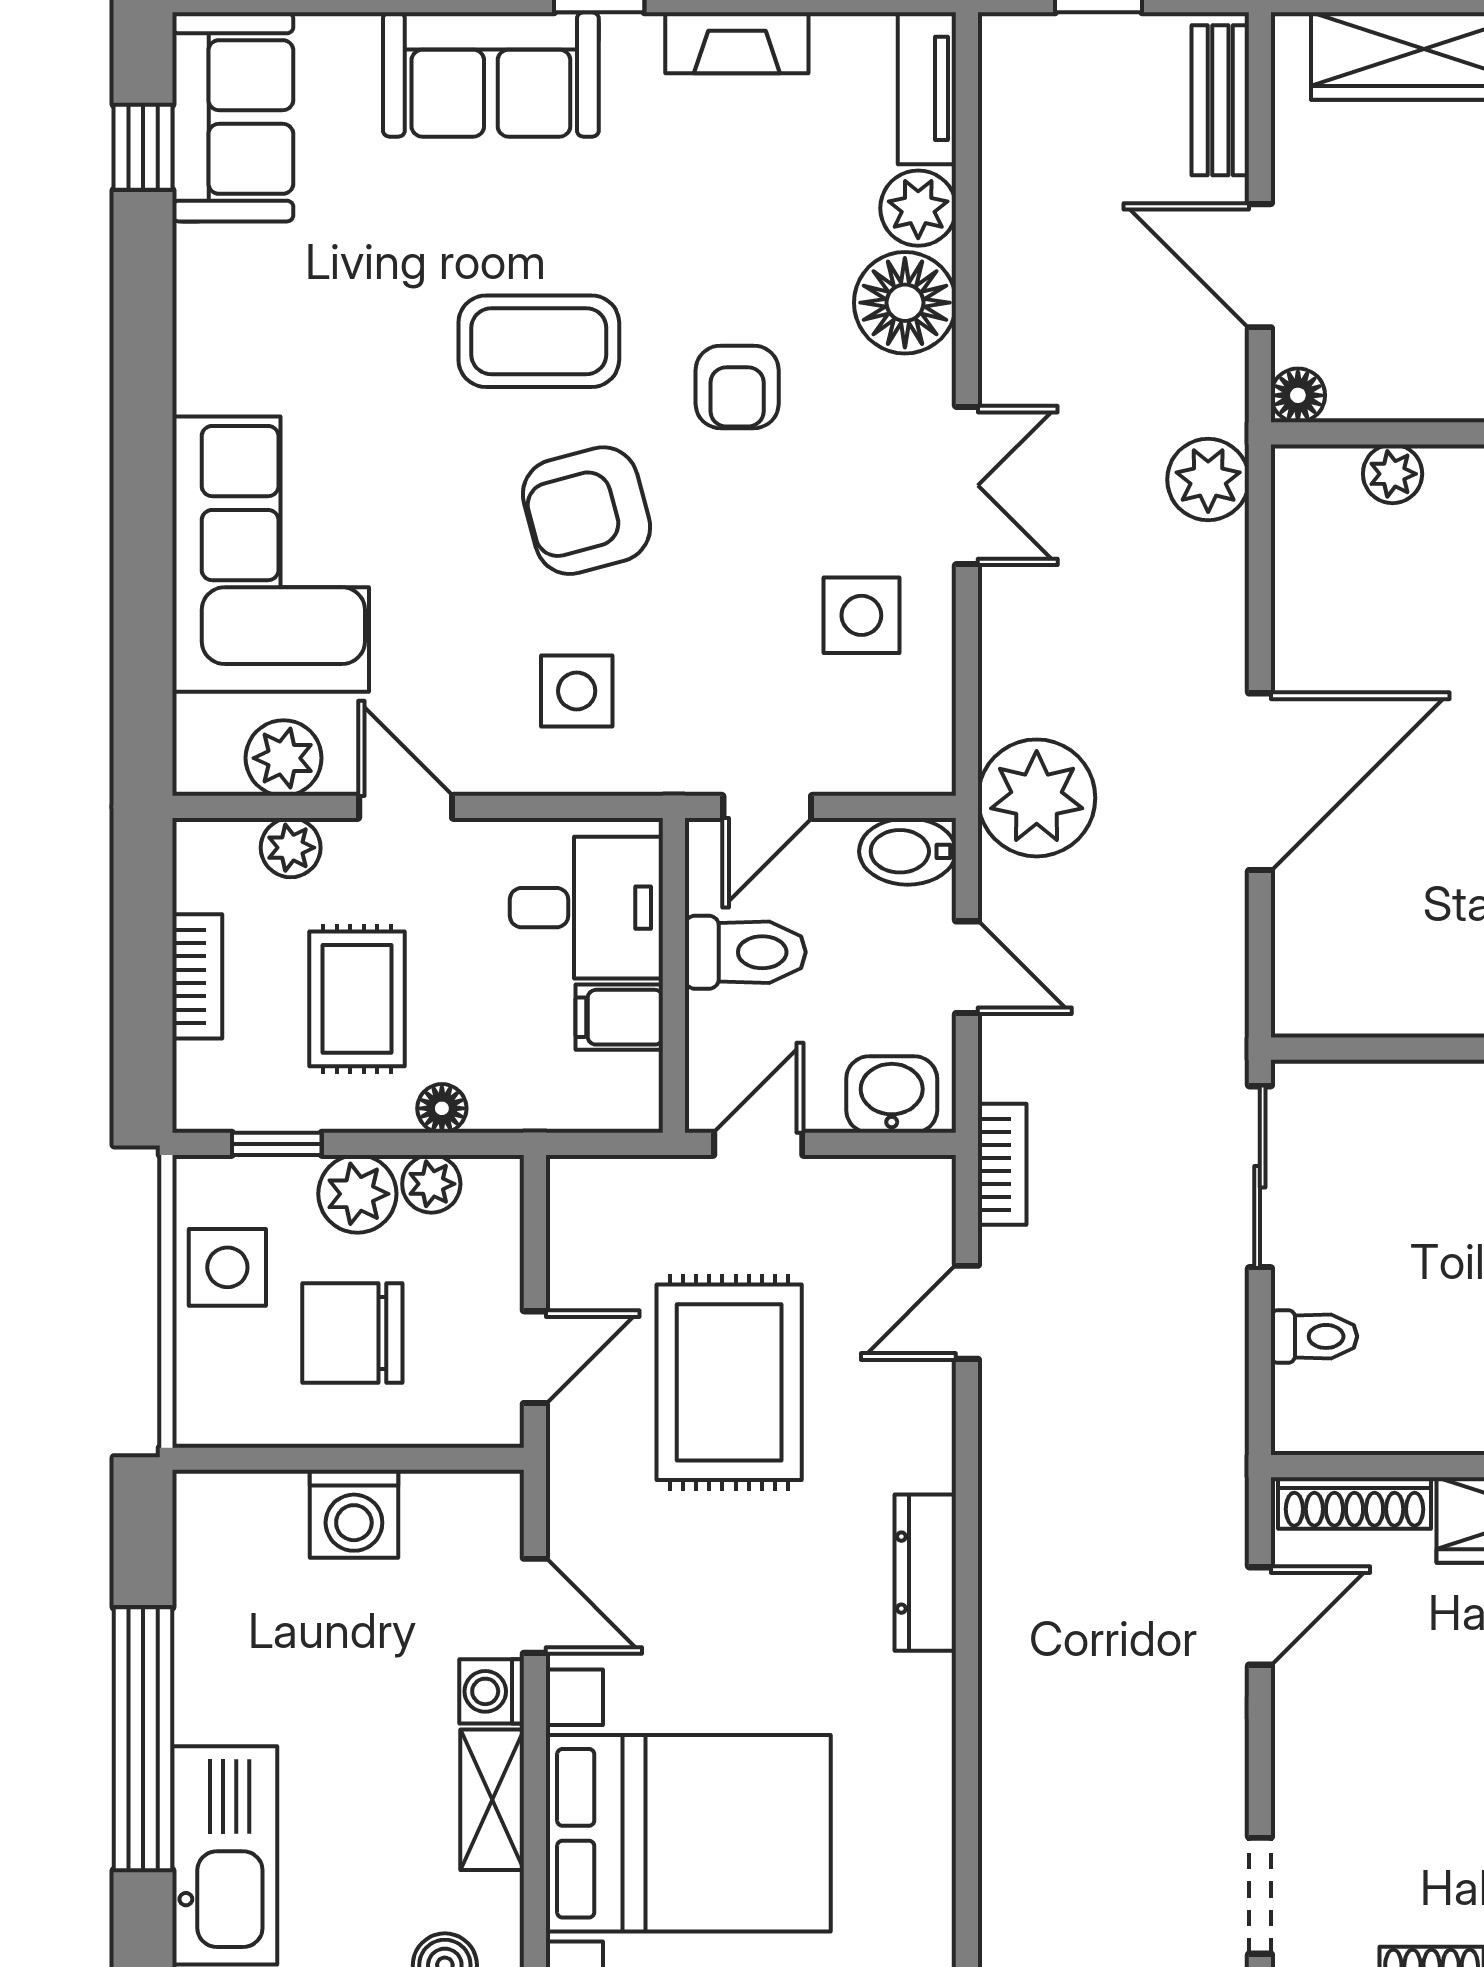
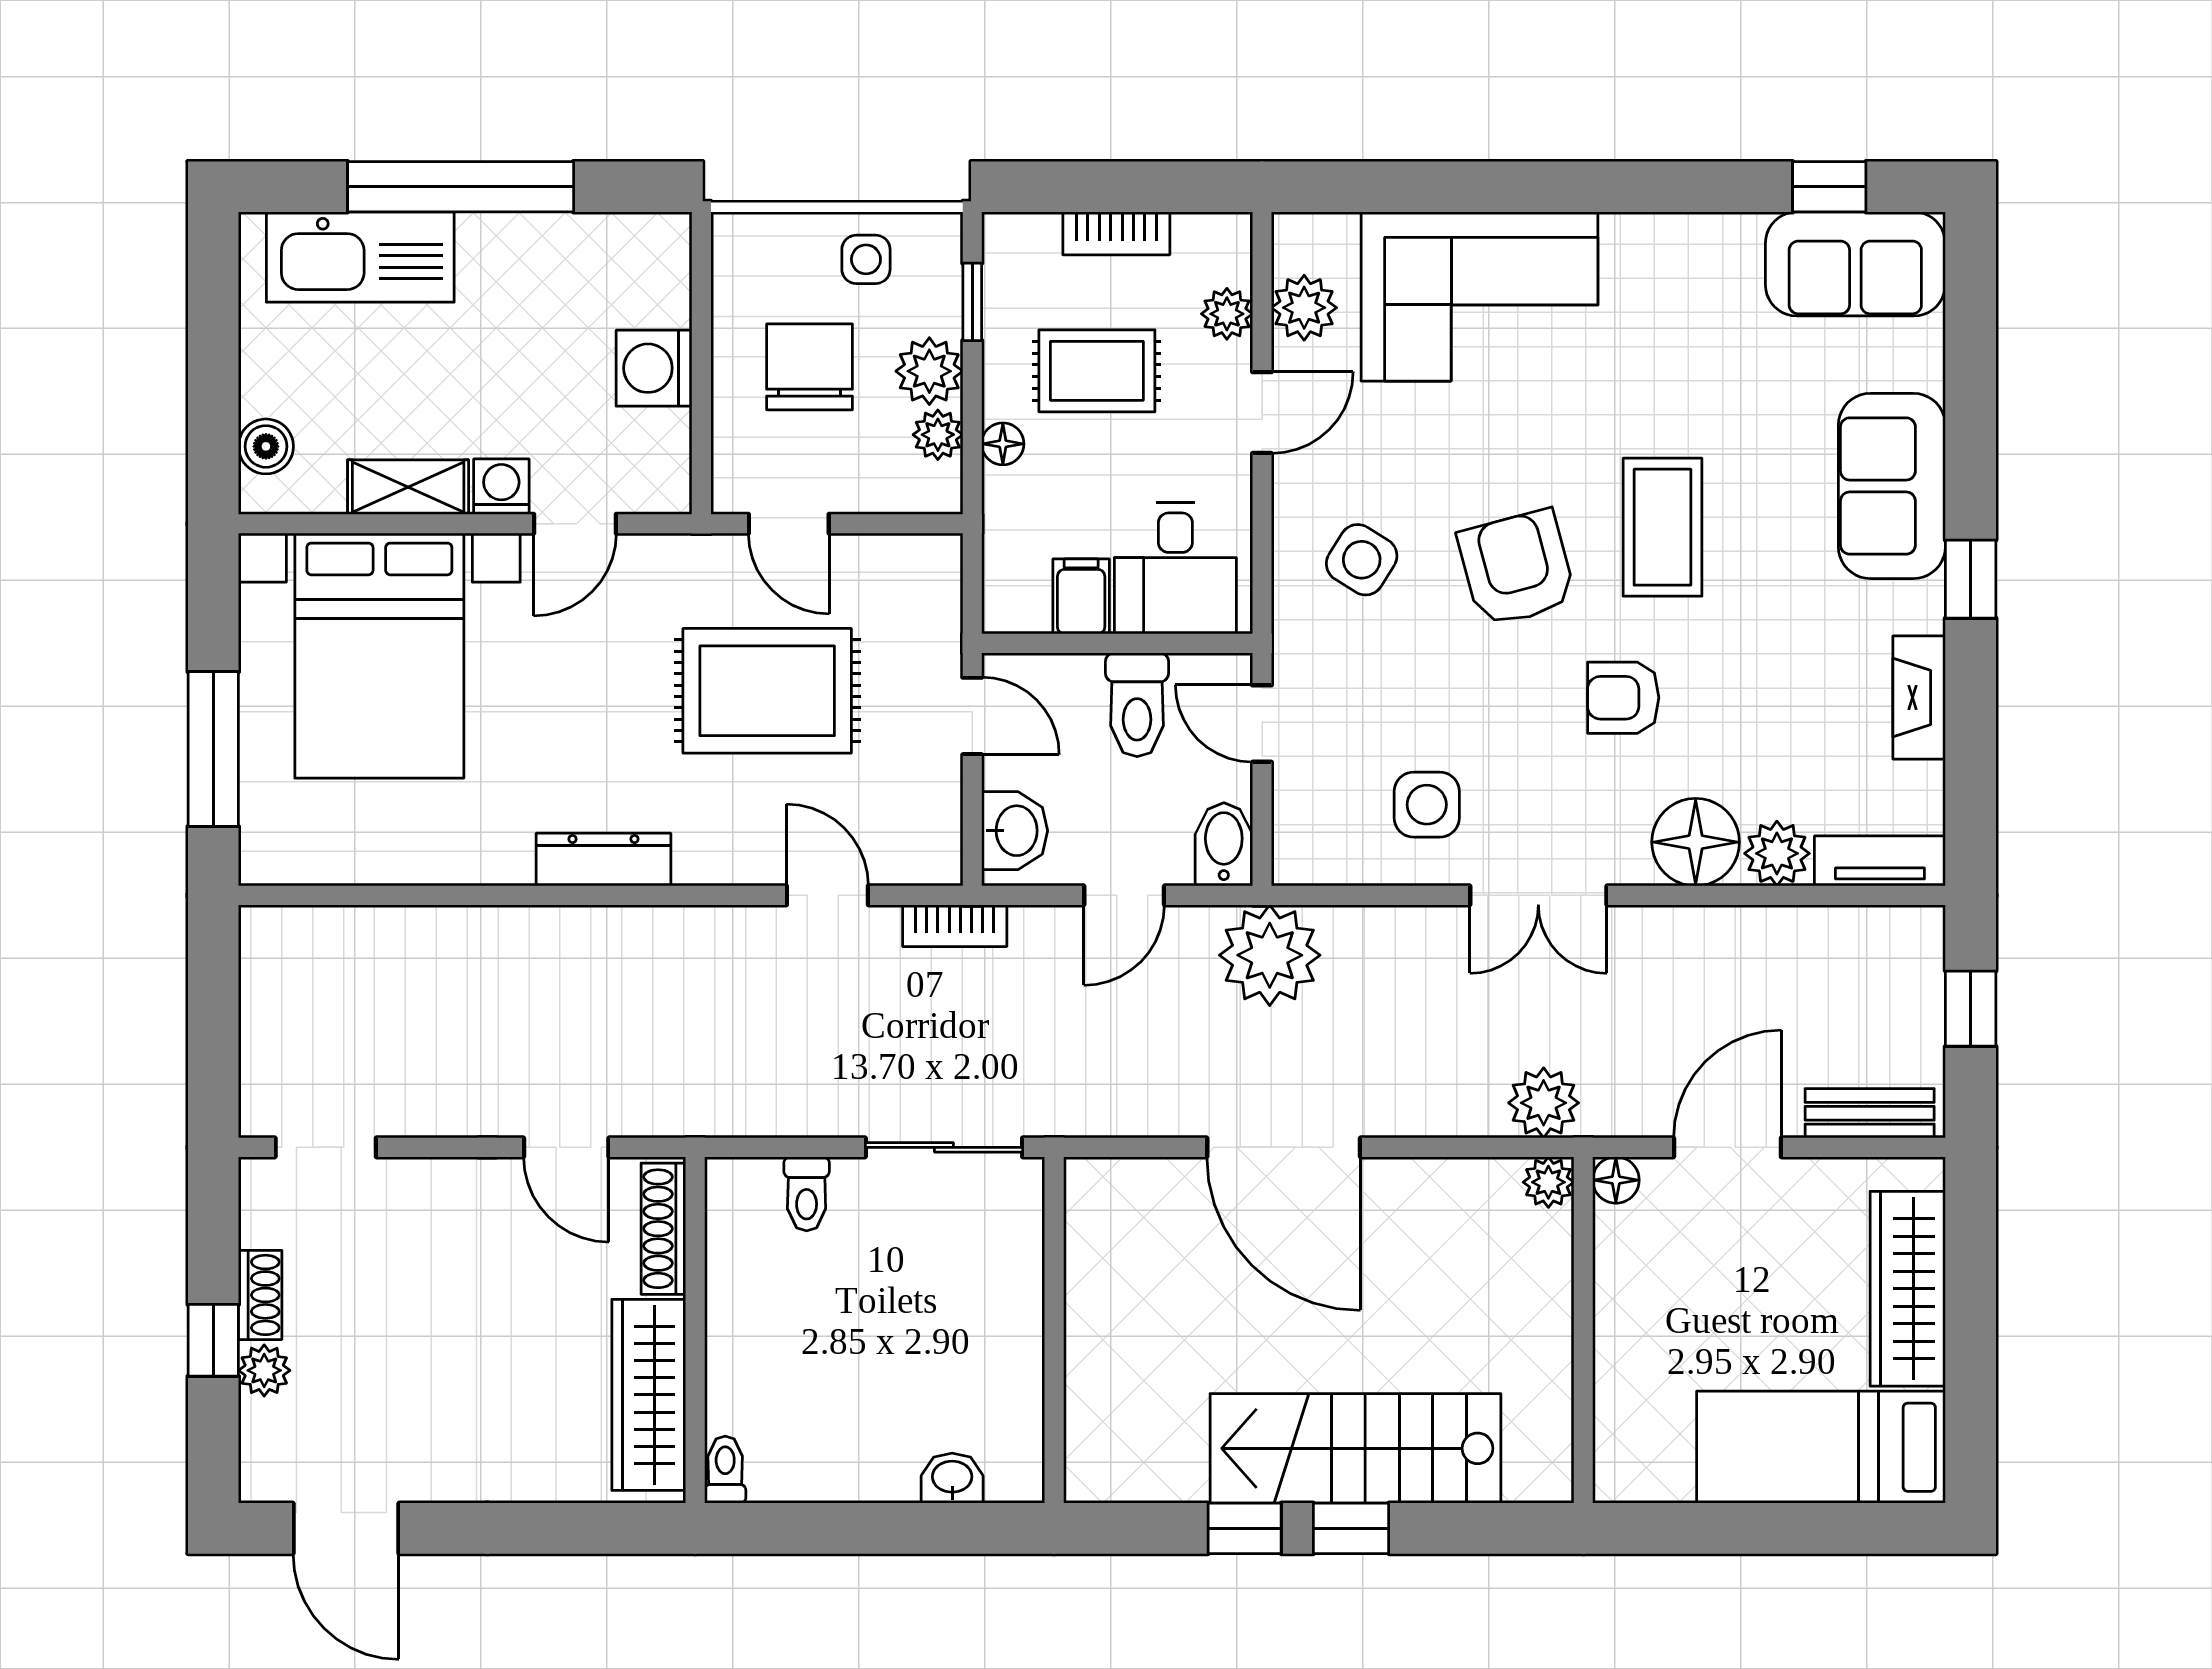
plant: (1393, 474) -> (1548, 1182), moved
side table: (577, 691) -> (1362, 560), turned 32
side table: (227, 1267) -> (866, 259), width x0.73, depth x0.73

